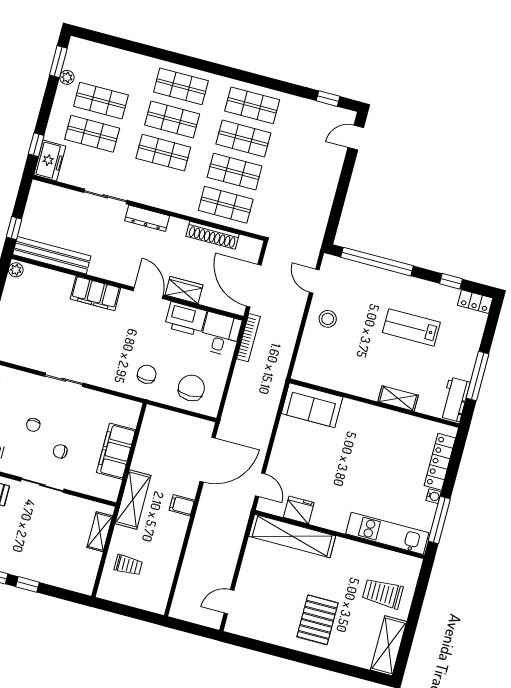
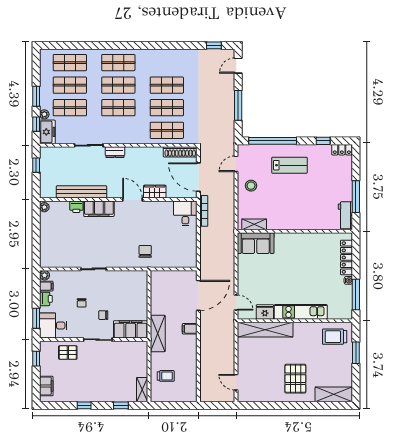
window: (58, 62) -> (36, 96), moved
plant: (67, 77) -> (44, 114), moved
shop shelf: (252, 105) -> (70, 63), moved
window: (340, 196) -> (238, 105), added
dresser: (147, 218) -> (115, 152), width x0.70
window: (14, 228) -> (36, 165), moved
shoe rack: (213, 235) -> (180, 152), moved
bench: (52, 255) -> (82, 192), moved
door: (314, 281) -> (236, 164), hinge flipped
printer: (186, 319) -> (76, 207), moved, width x0.53, depth x0.68
lab bench: (411, 327) -> (289, 165), moved, turned 180
chair: (191, 388) -> (176, 253), removed
shelving: (398, 398) -> (254, 224), moved
filing cabinet: (116, 451) -> (131, 329), moved, turned 90
shelving: (100, 532) -> (142, 390), moved
kitchen unit: (387, 533) -> (301, 312), moved
window: (27, 584) -> (121, 405), moved
trolley: (383, 593) -> (335, 337), moved
door: (229, 602) -> (236, 382), hinge flipped
window: (417, 605) -> (356, 353), added
shelving: (389, 646) -> (334, 394), moved, turned 90

